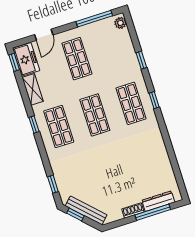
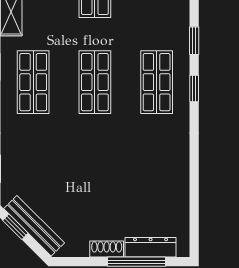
window: (141, 60) -> (194, 41), moved

